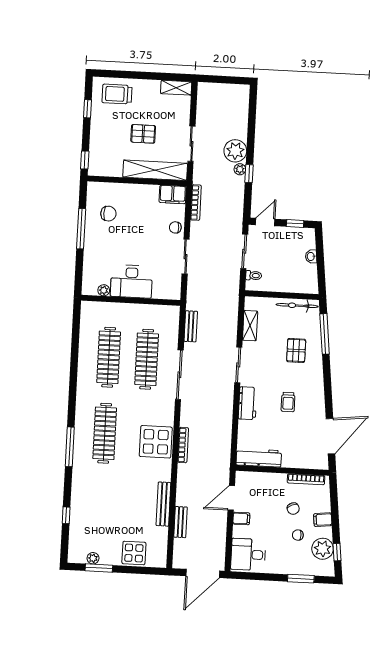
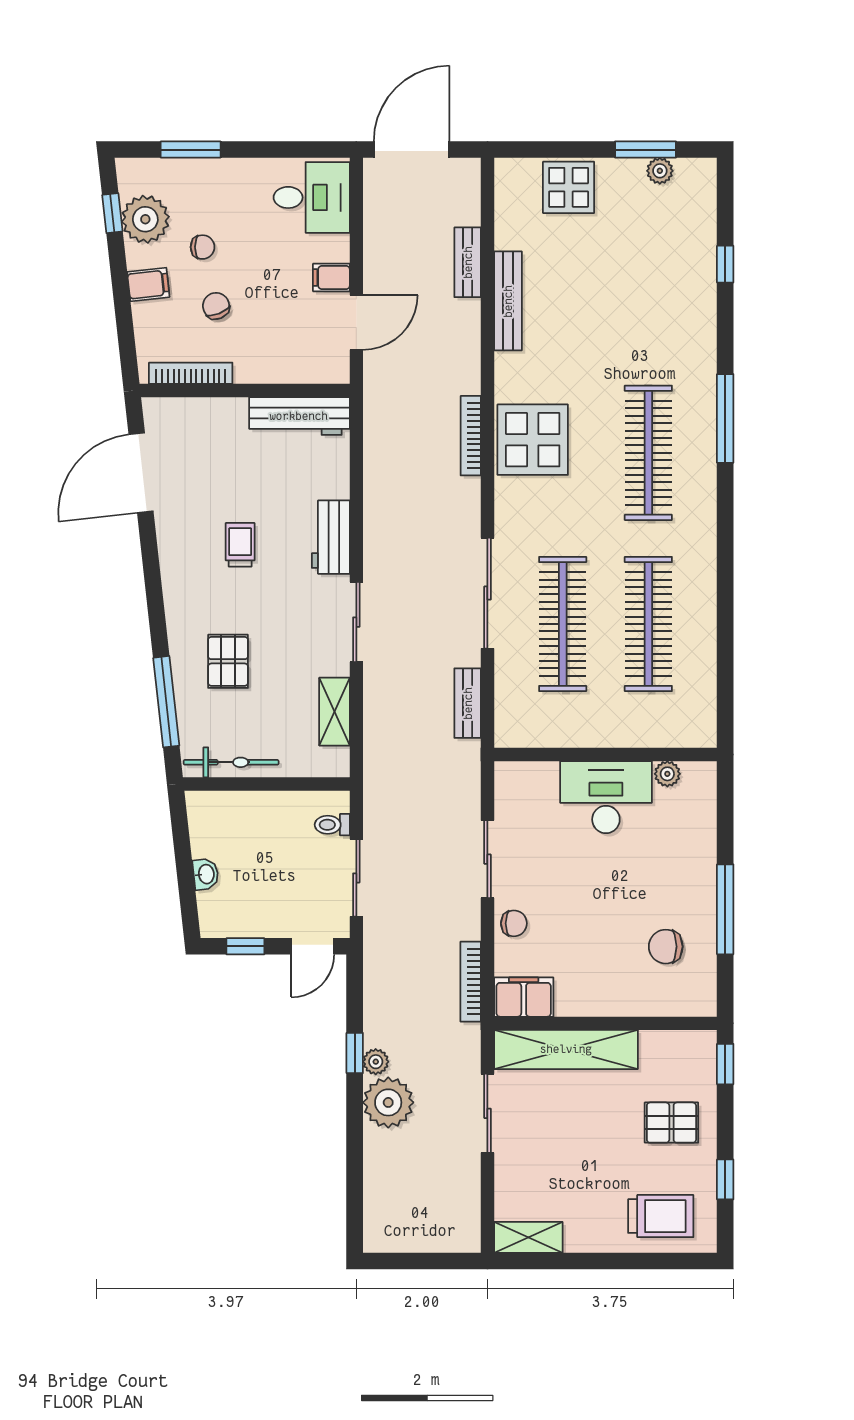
pallet: (143, 134) -> (671, 1123), moved

